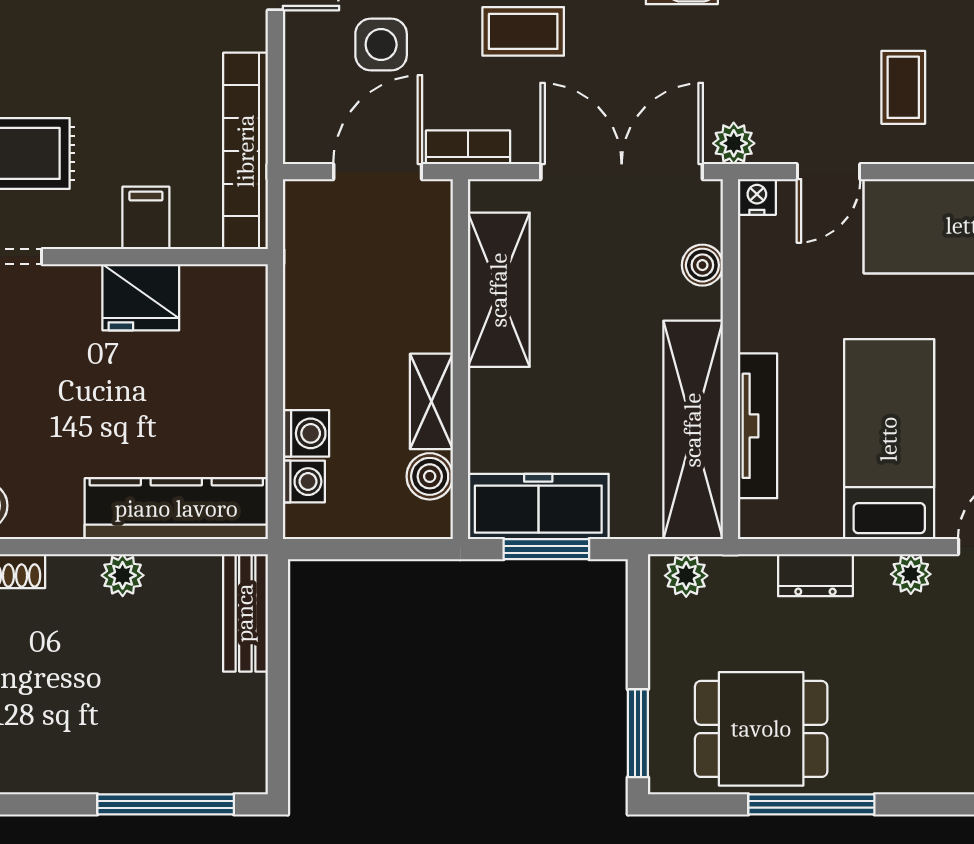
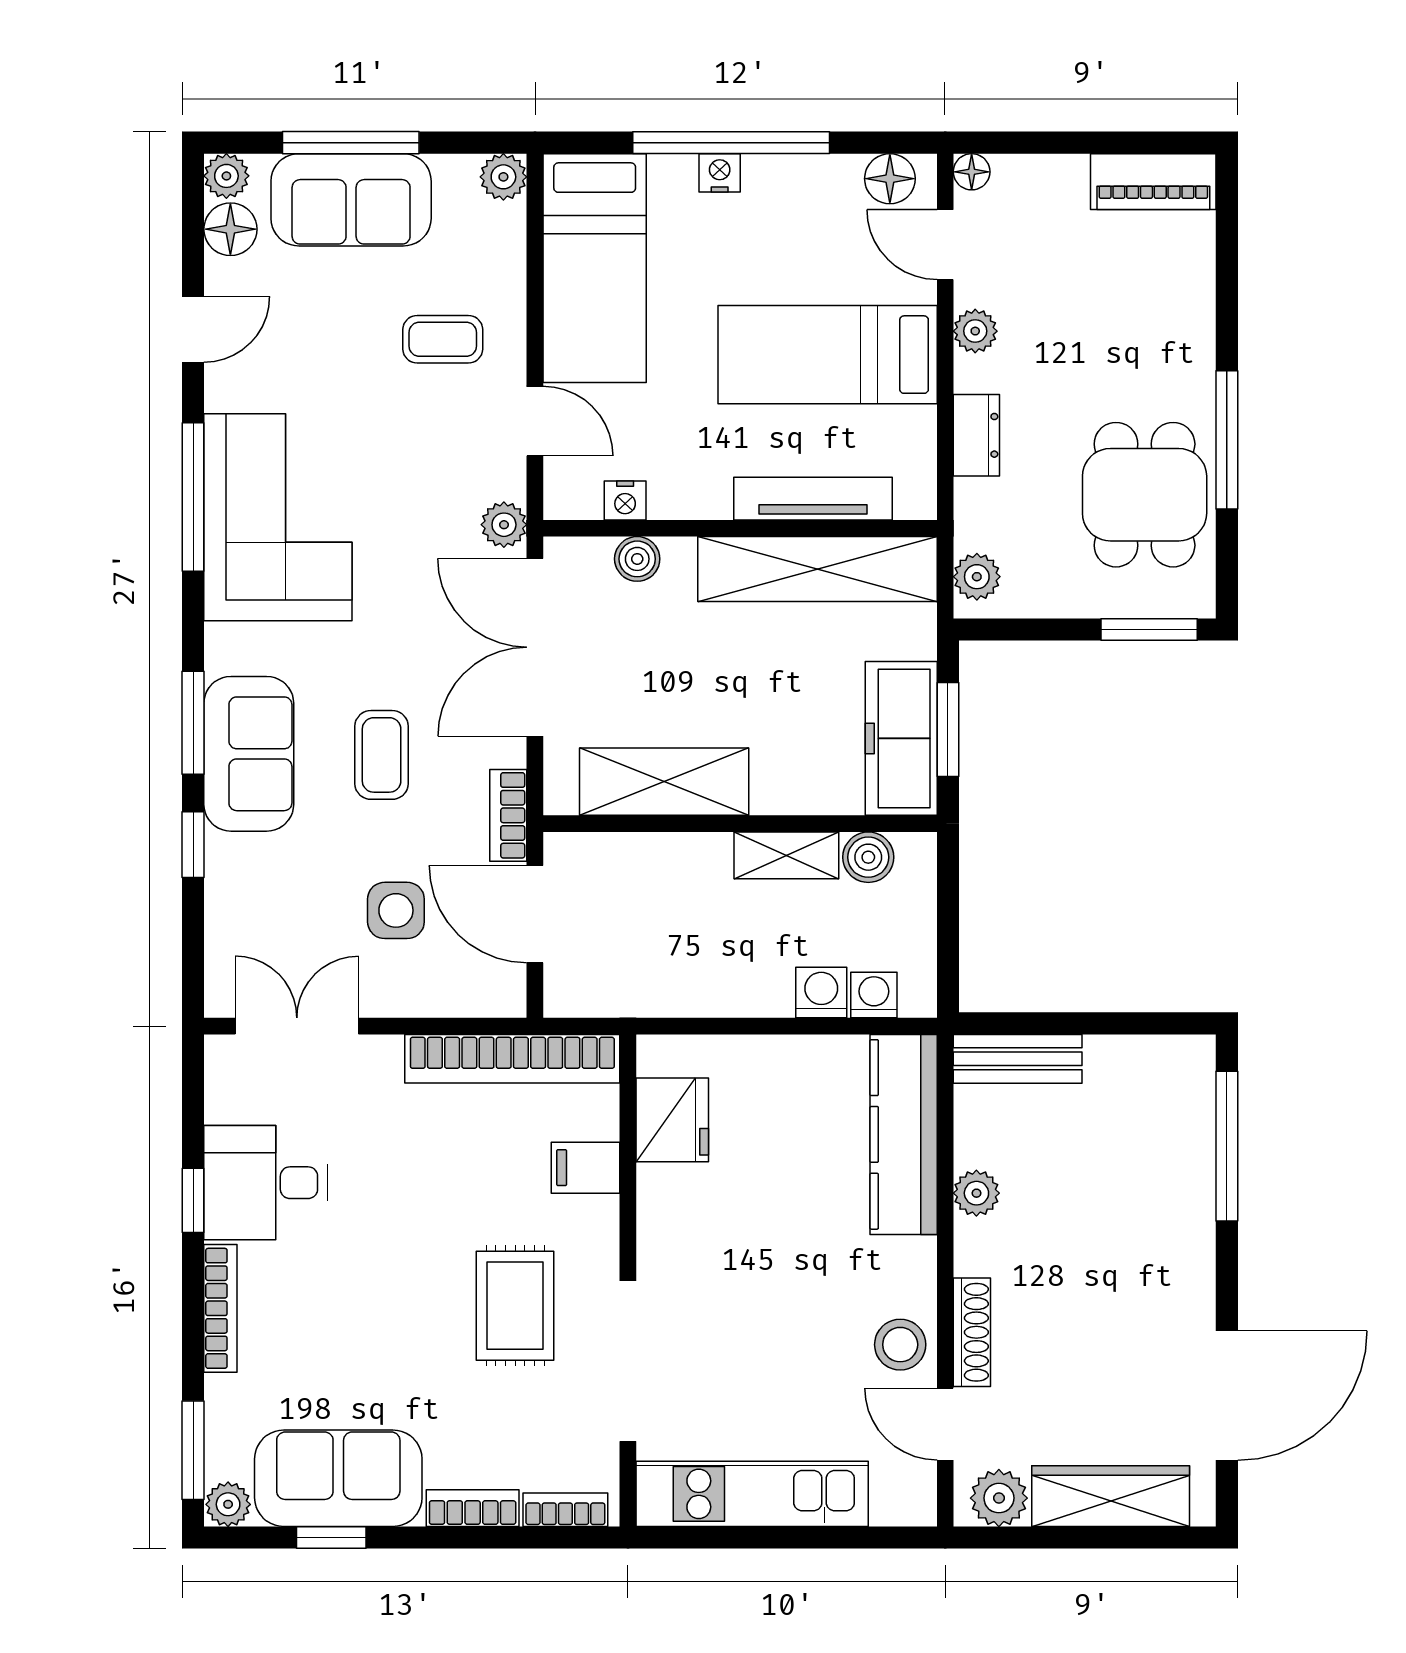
nightstand: (757, 197) -> (625, 501), moved, turned -90
fridge: (141, 297) -> (672, 1120), moved

